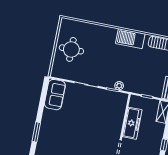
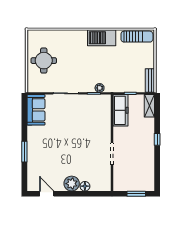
freezer: (132, 123) -> (120, 110), moved

